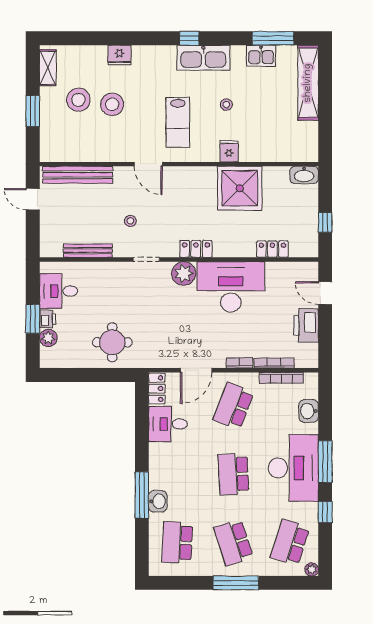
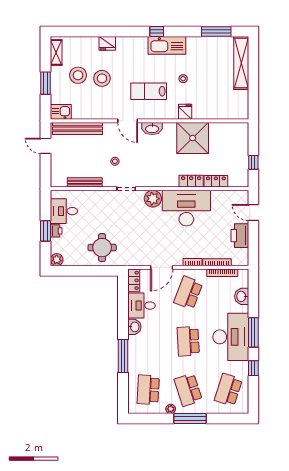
kitchen sink: (261, 56) -> (61, 112), moved, turned 180
lab bench: (178, 122) -> (149, 91), turned 90
washbasin: (304, 175) -> (152, 129), moved
locker: (196, 249) -> (191, 181), moved
plant: (48, 338) -> (57, 260), moved
washbasin: (158, 501) -> (134, 327), moved
plant: (312, 569) -> (171, 409), moved

